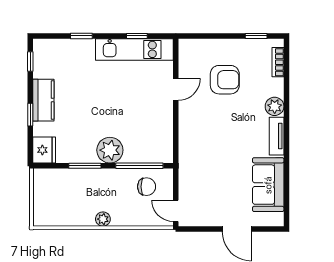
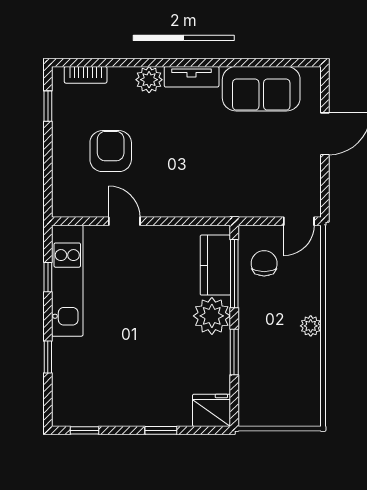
kitchen counter: (43, 100) -> (215, 265), moved, turned -90

